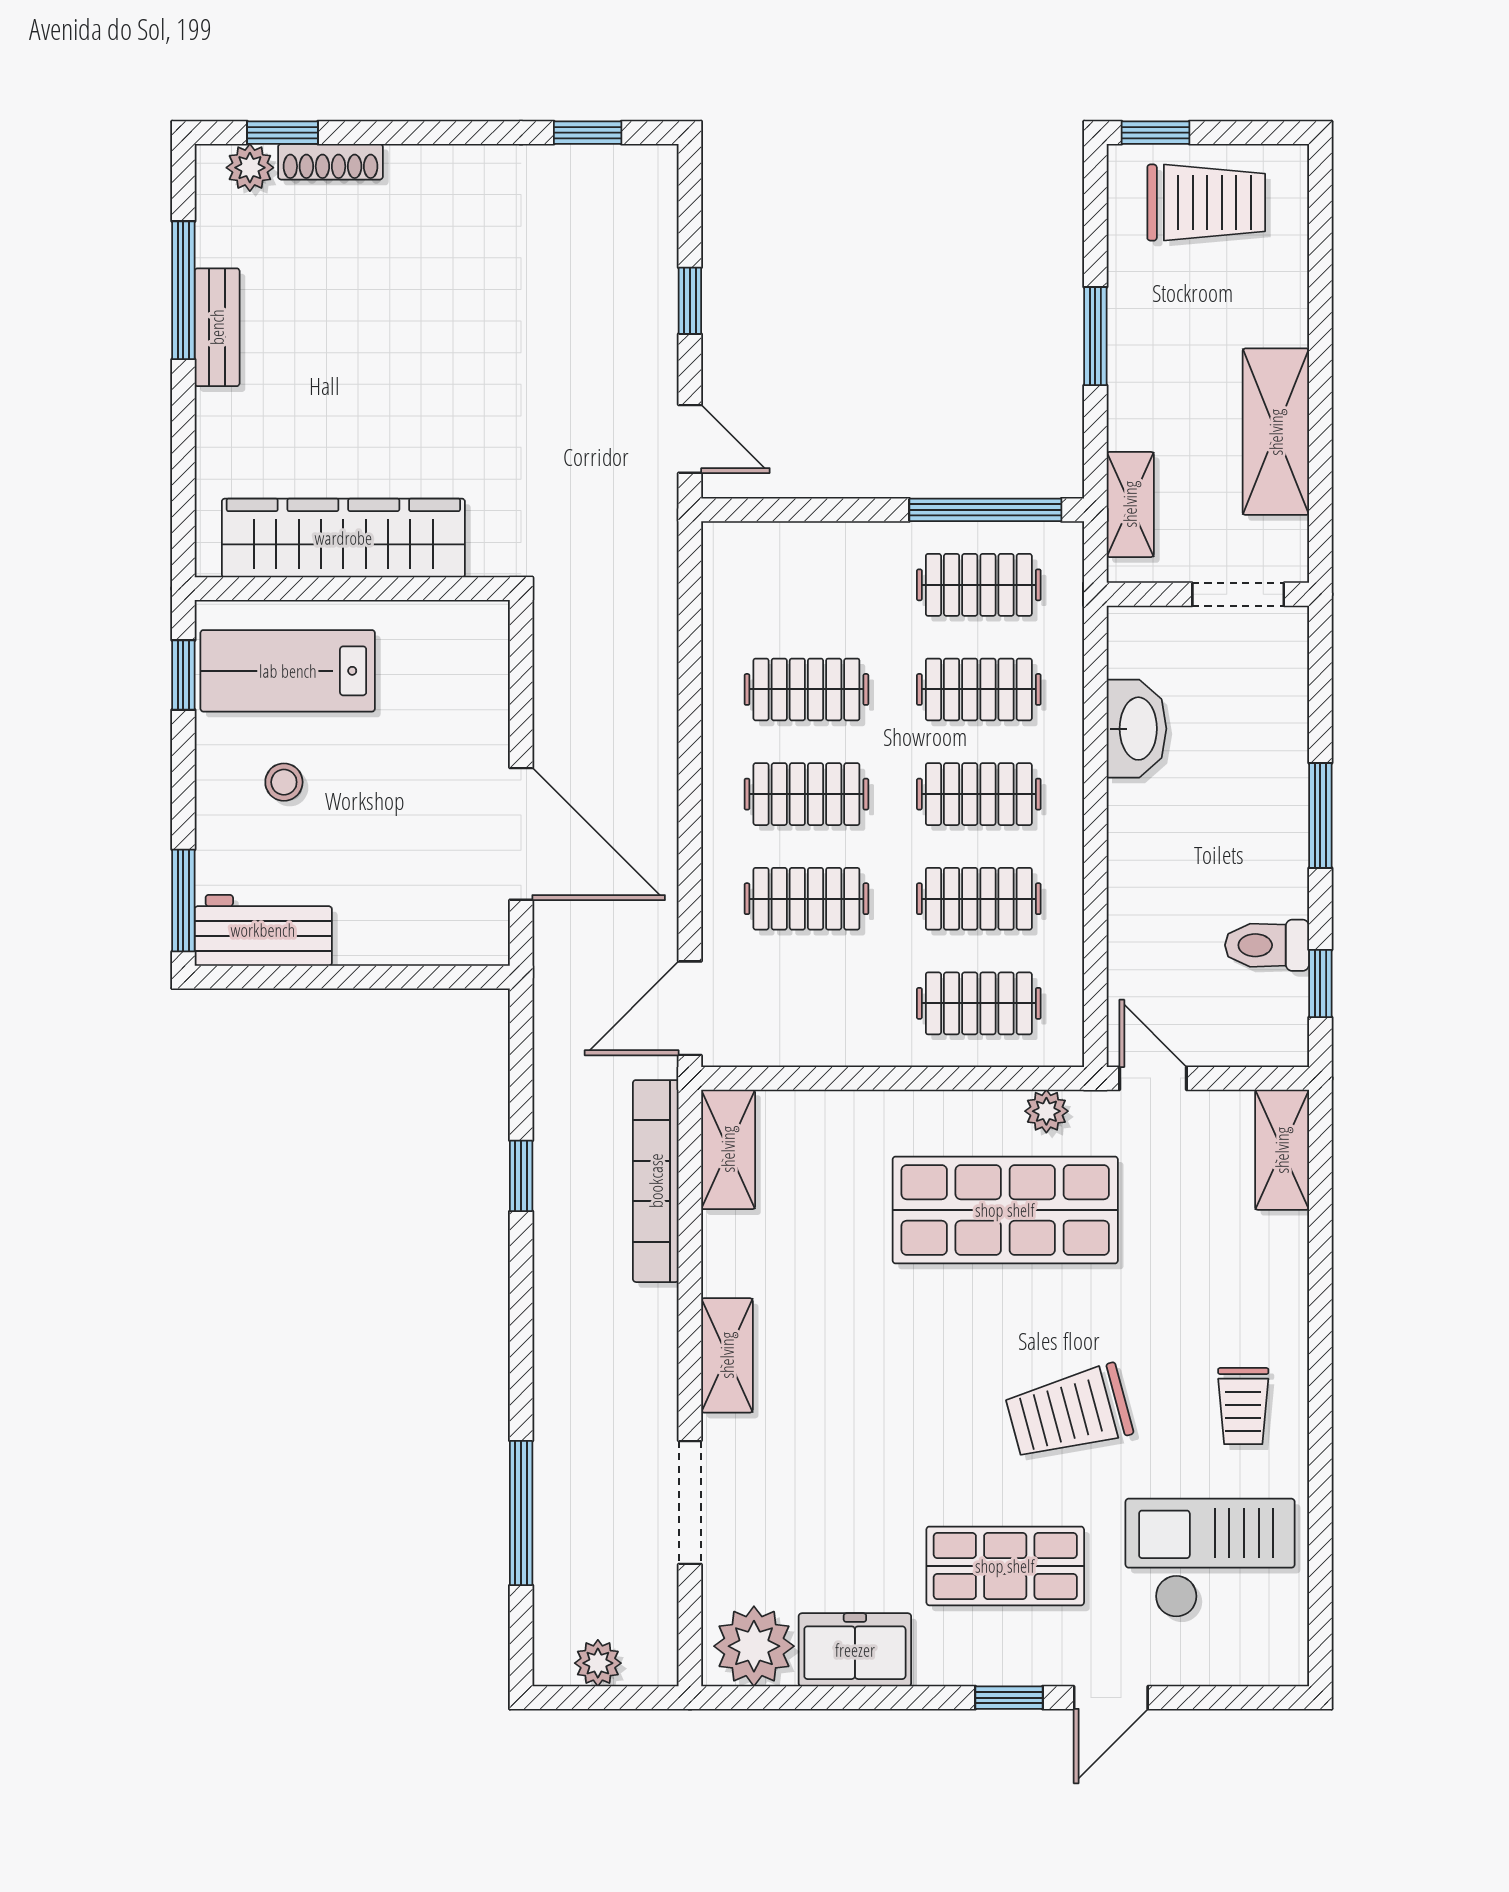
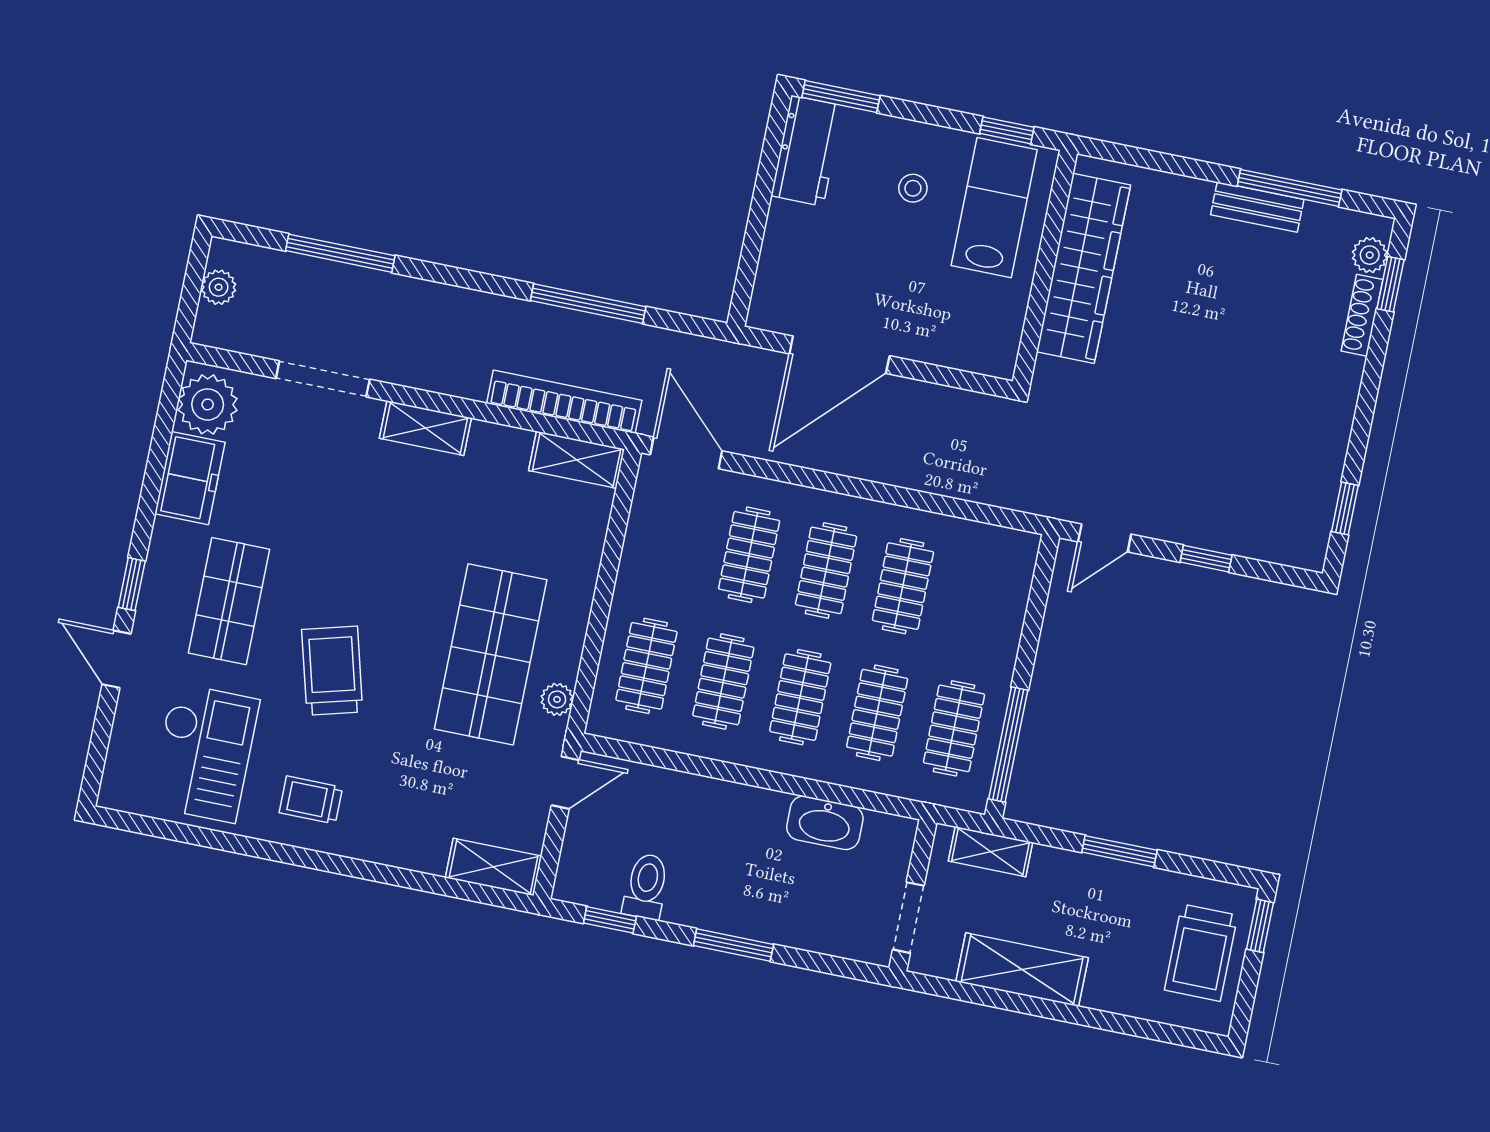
window: (521, 1176) -> (588, 304), width x2.17

